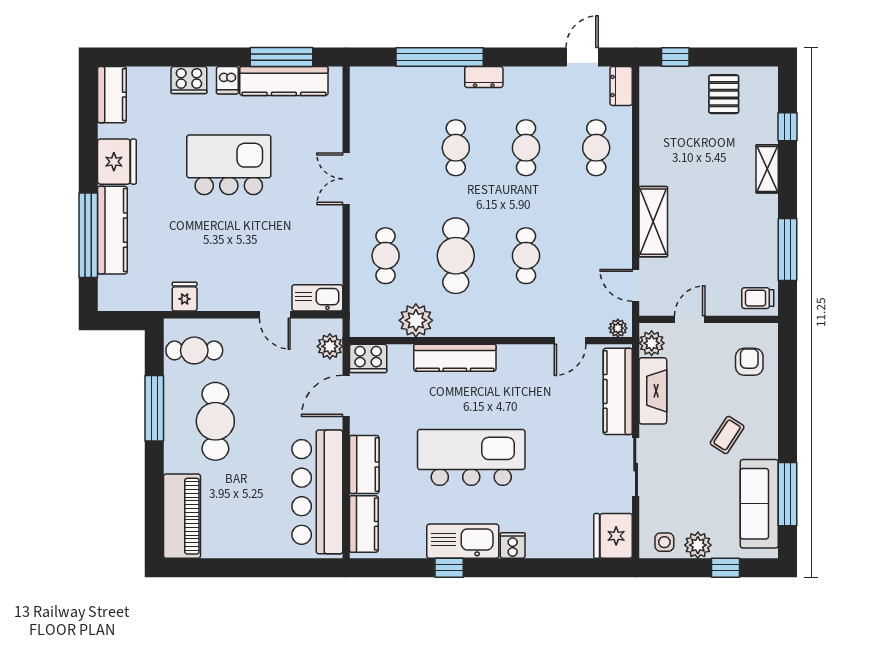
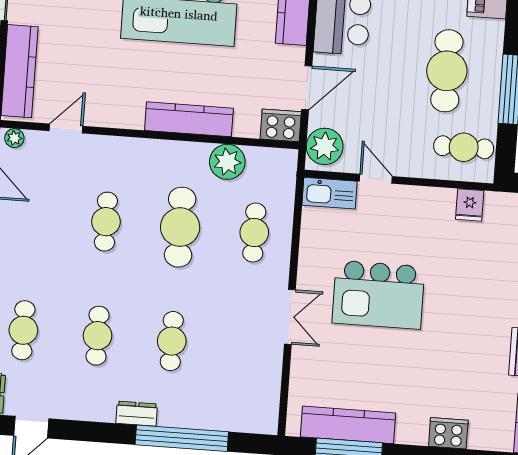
dishwasher: (227, 80) -> (408, 430), removed
kitchen island: (229, 165) -> (378, 295), moved
plant: (330, 346) -> (325, 146), width x1.36, depth x1.36

